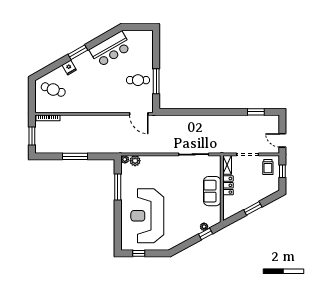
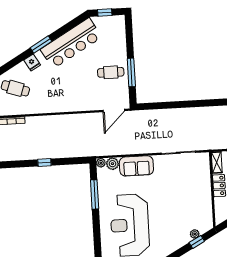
window: (136, 27) -> (105, 12), added
bar counter: (110, 49) -> (71, 43), width x1.36
door: (139, 114) -> (114, 111), hinge flipped
window: (75, 156) -> (44, 162), width x0.46
sofa: (212, 191) -> (136, 166), moved, turned -90

